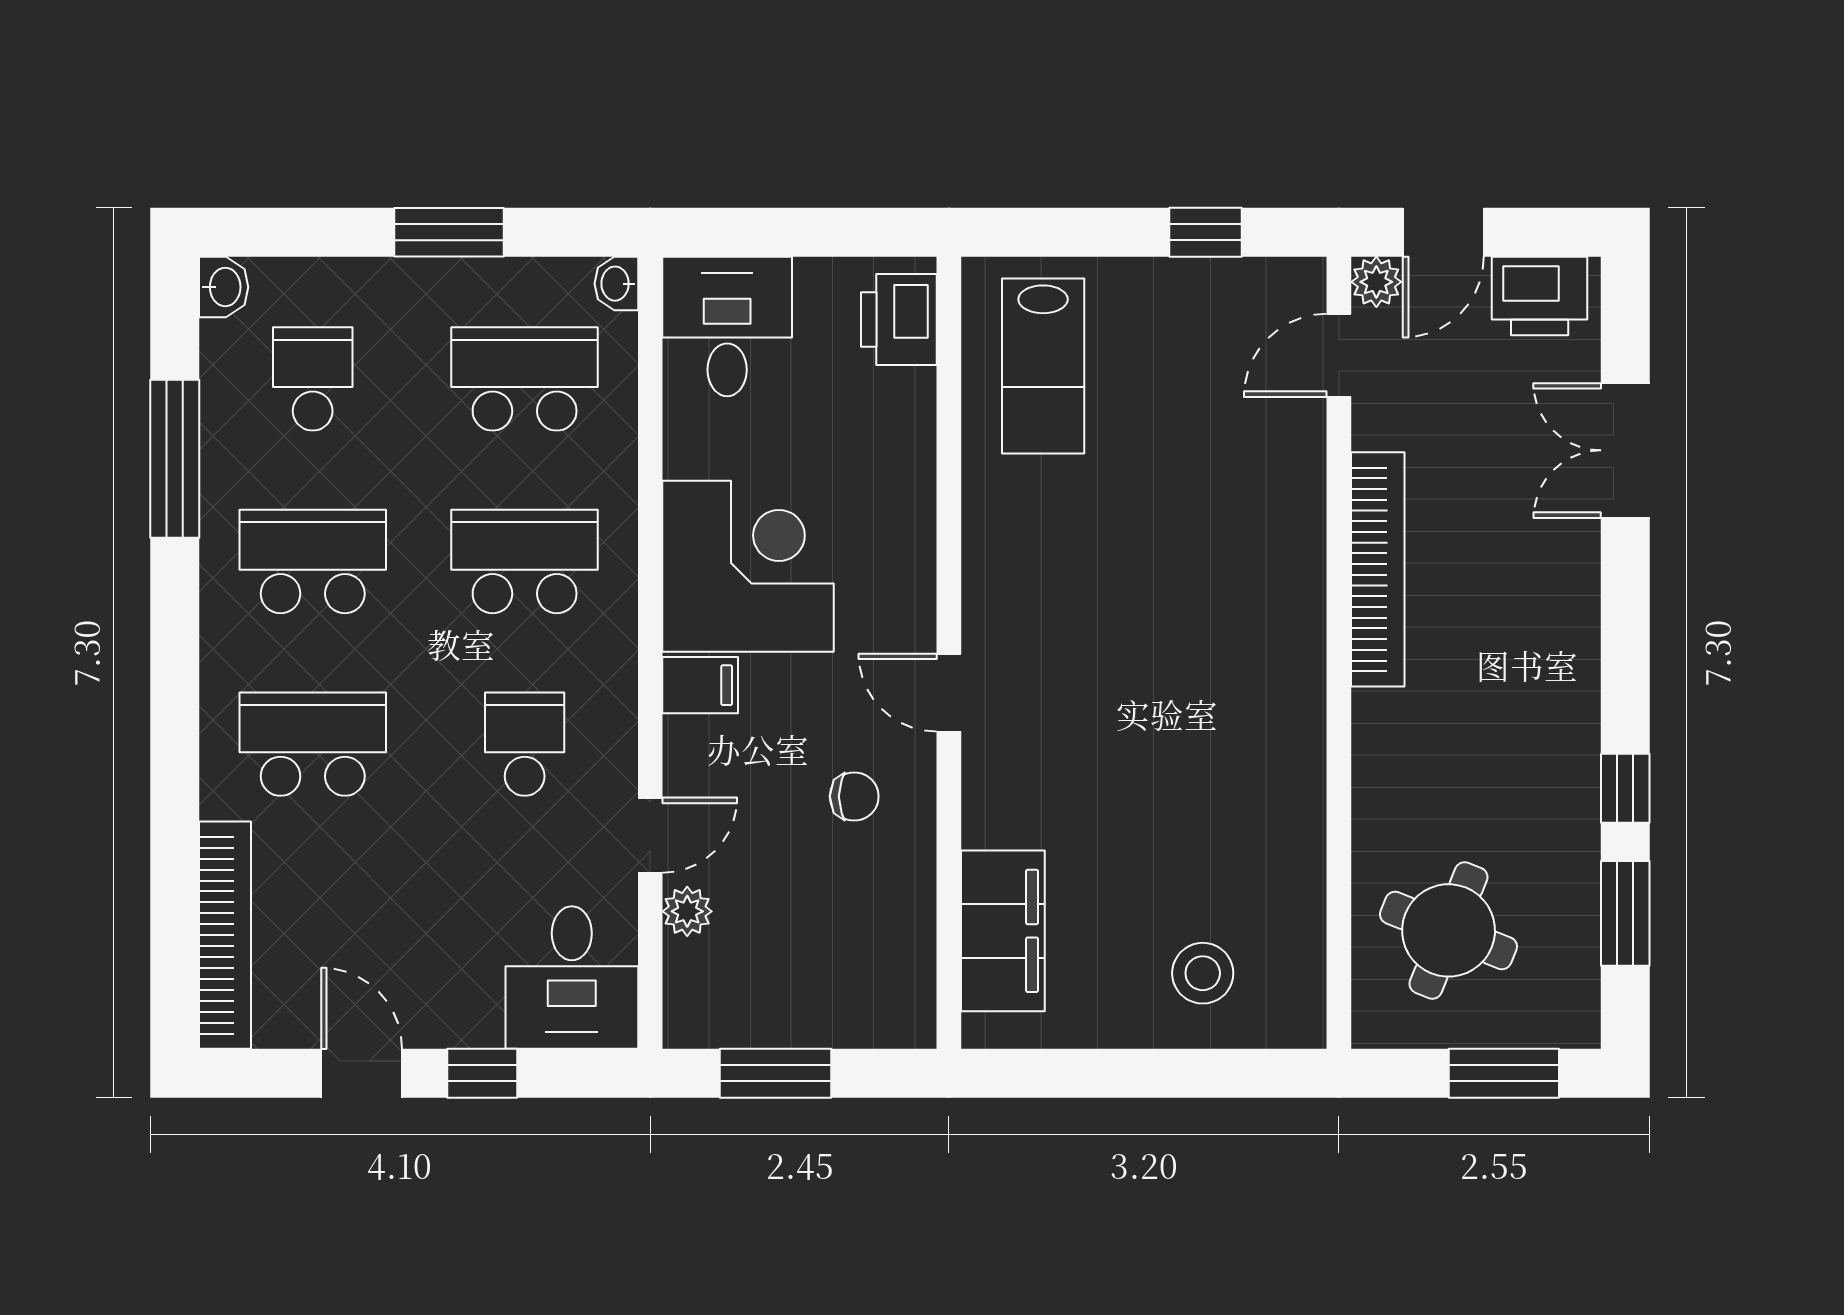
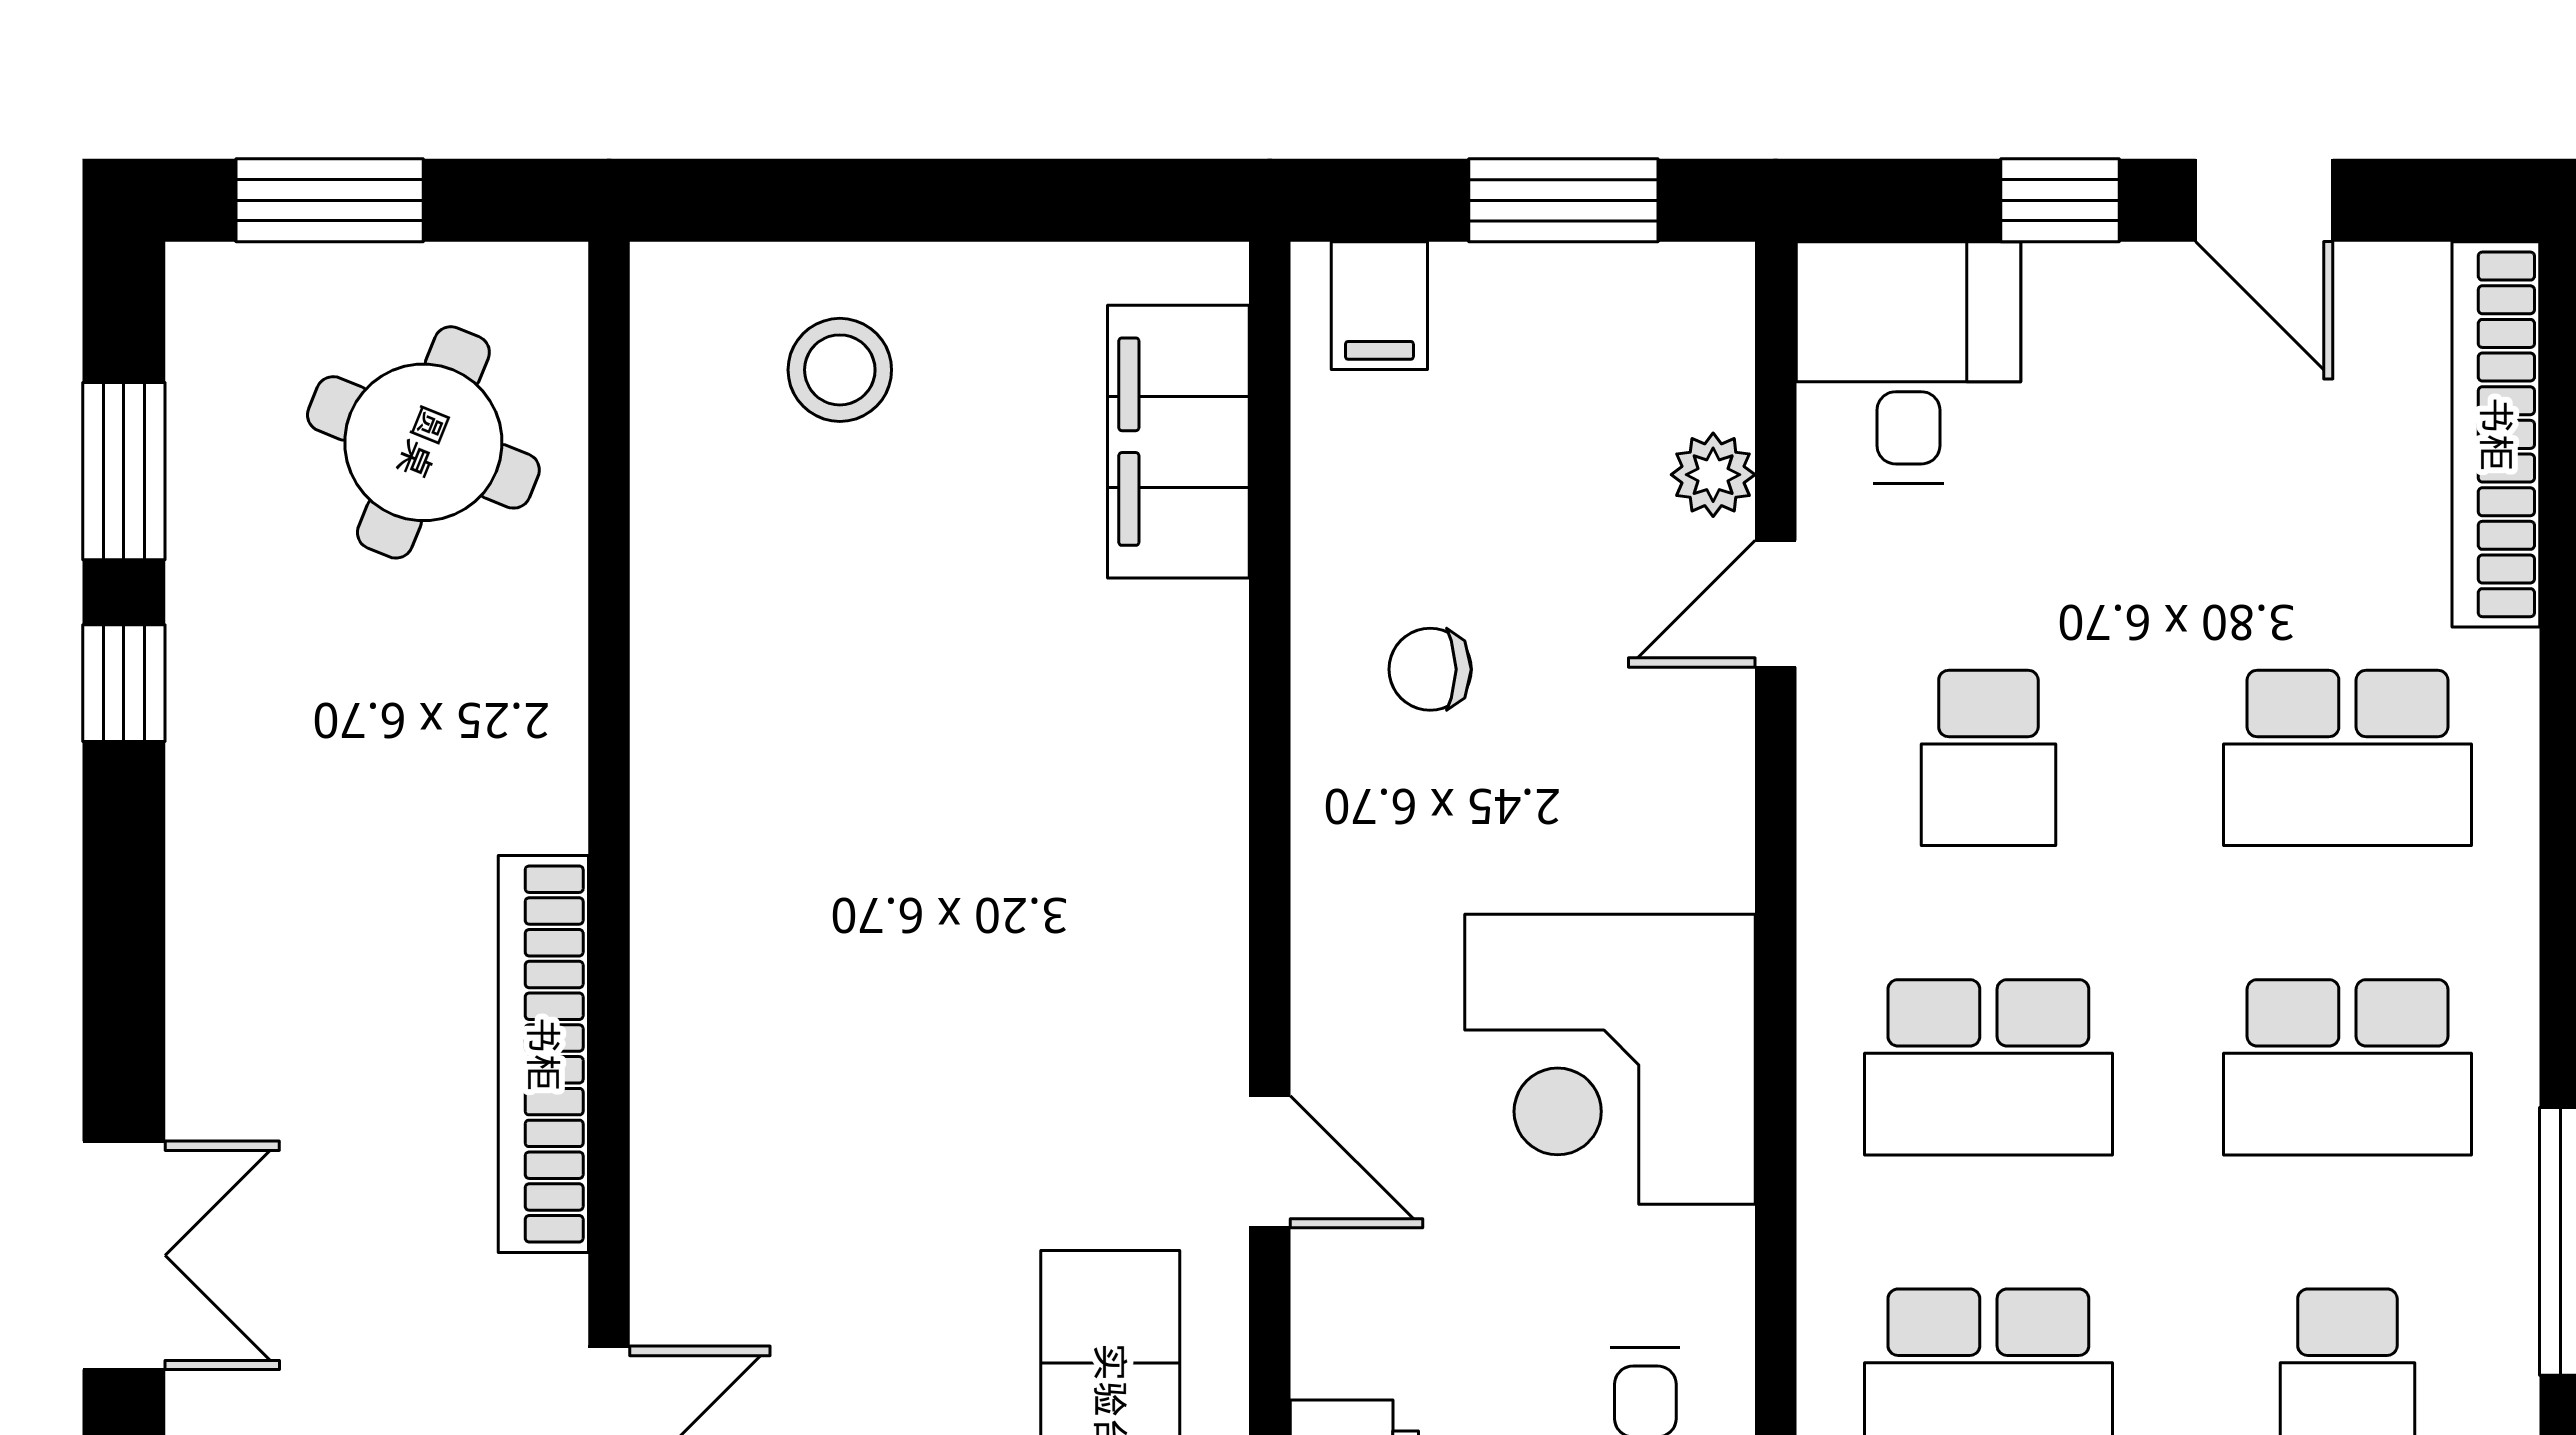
filing cabinet: (700, 685) -> (1379, 306), moved, turned -90
door: (949, 693) -> (1270, 1162), moved

